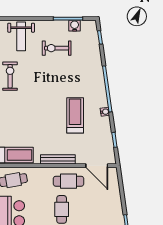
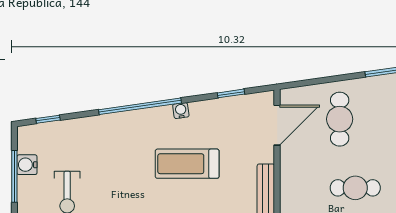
cafe table: (69, 181) -> (340, 119), moved

